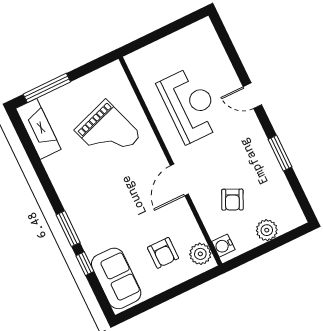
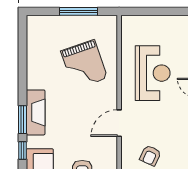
window: (47, 88) -> (79, 11), moved
fireplace: (38, 129) -> (36, 112), moved

